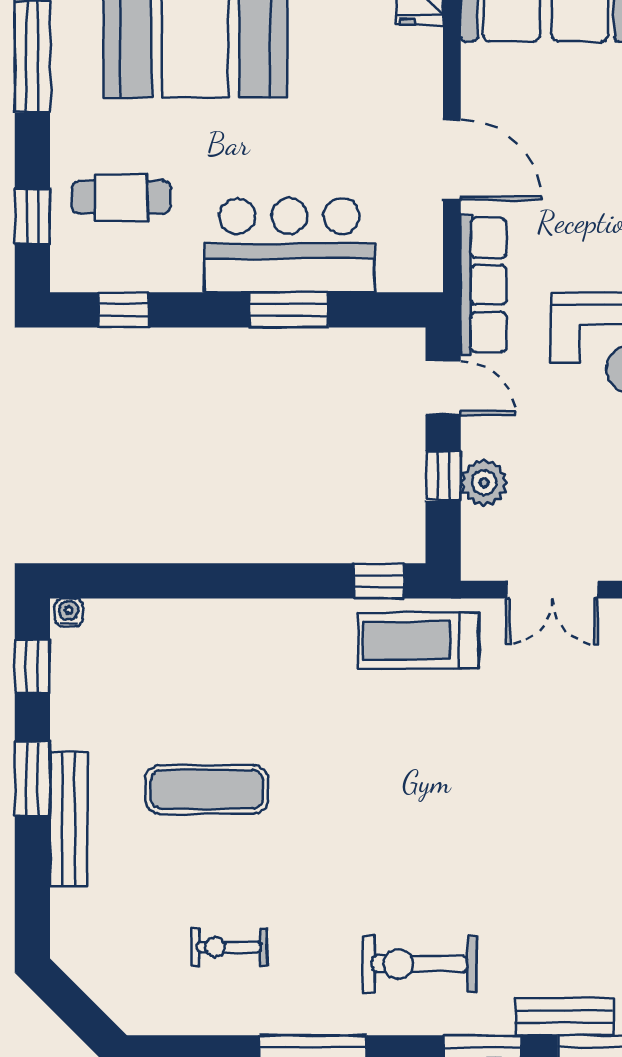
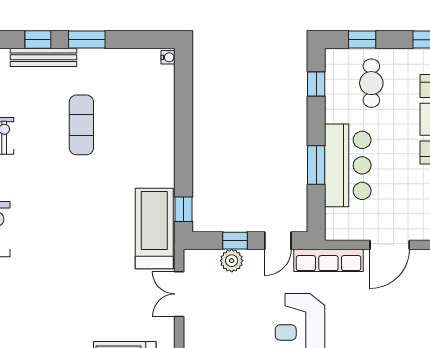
treadmill: (418, 641) -> (154, 229), width x1.37, depth x1.38
window: (32, 667) -> (38, 40), moved
bench: (69, 819) -> (43, 57), moved

